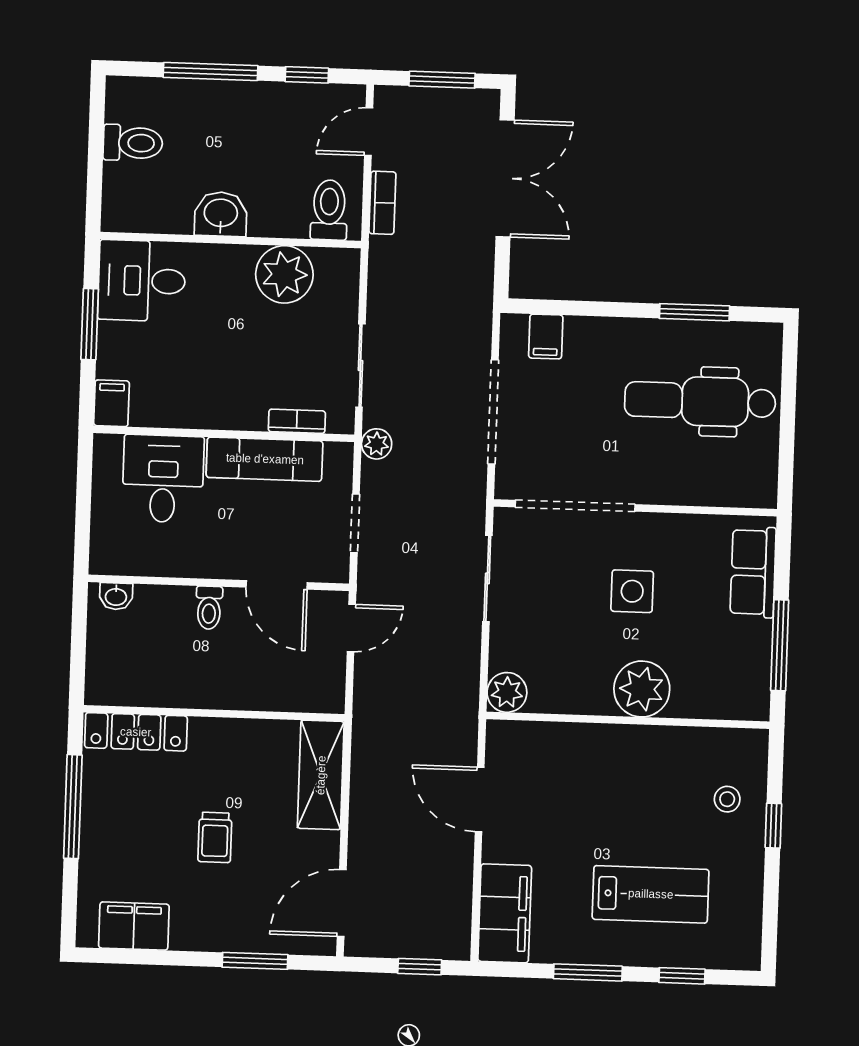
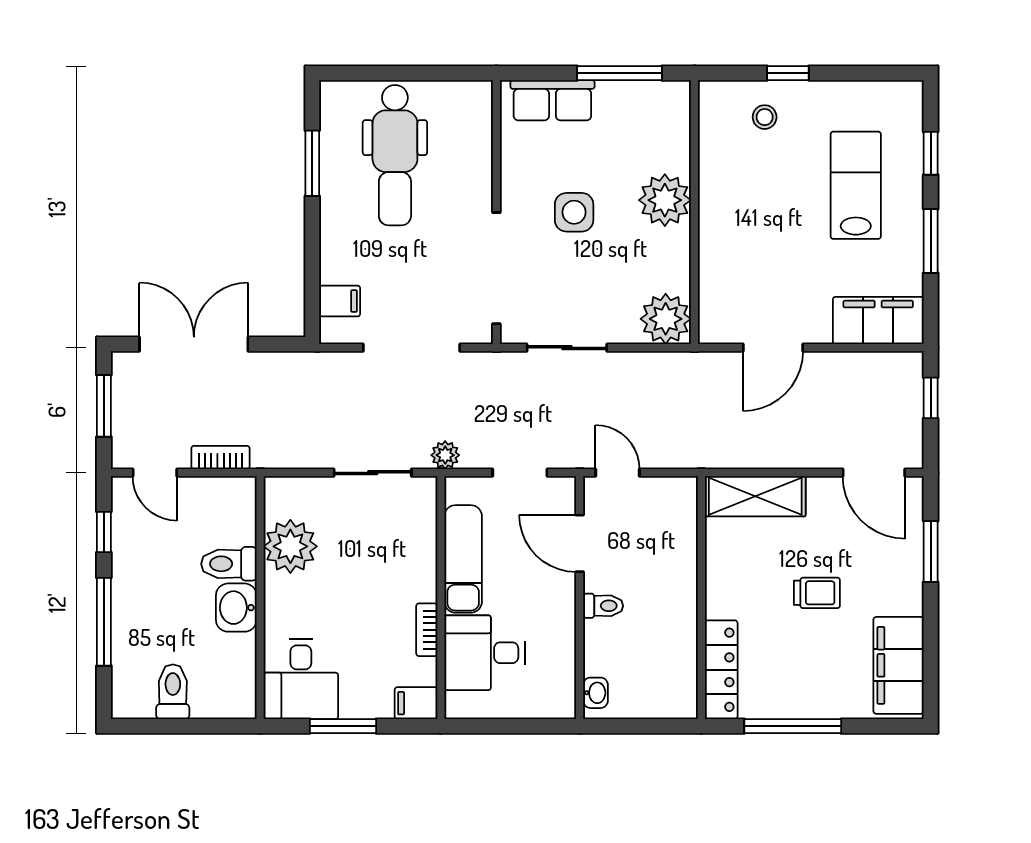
toilet: (329, 210) -> (229, 564), moved
bookcase: (297, 421) -> (427, 630), moved
door: (277, 585) -> (580, 543), swing flipped
plant: (507, 692) -> (666, 319), width x1.36, depth x1.36
filing cabinet: (134, 926) -> (899, 665), width x1.50, depth x1.17

